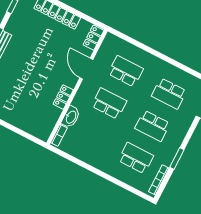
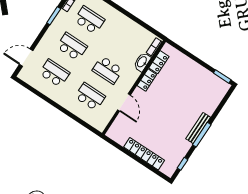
locker: (93, 38) -> (159, 62), moved
school desk: (126, 71) -> (90, 97), turned 180
school desk: (136, 158) -> (89, 20), turned 180

